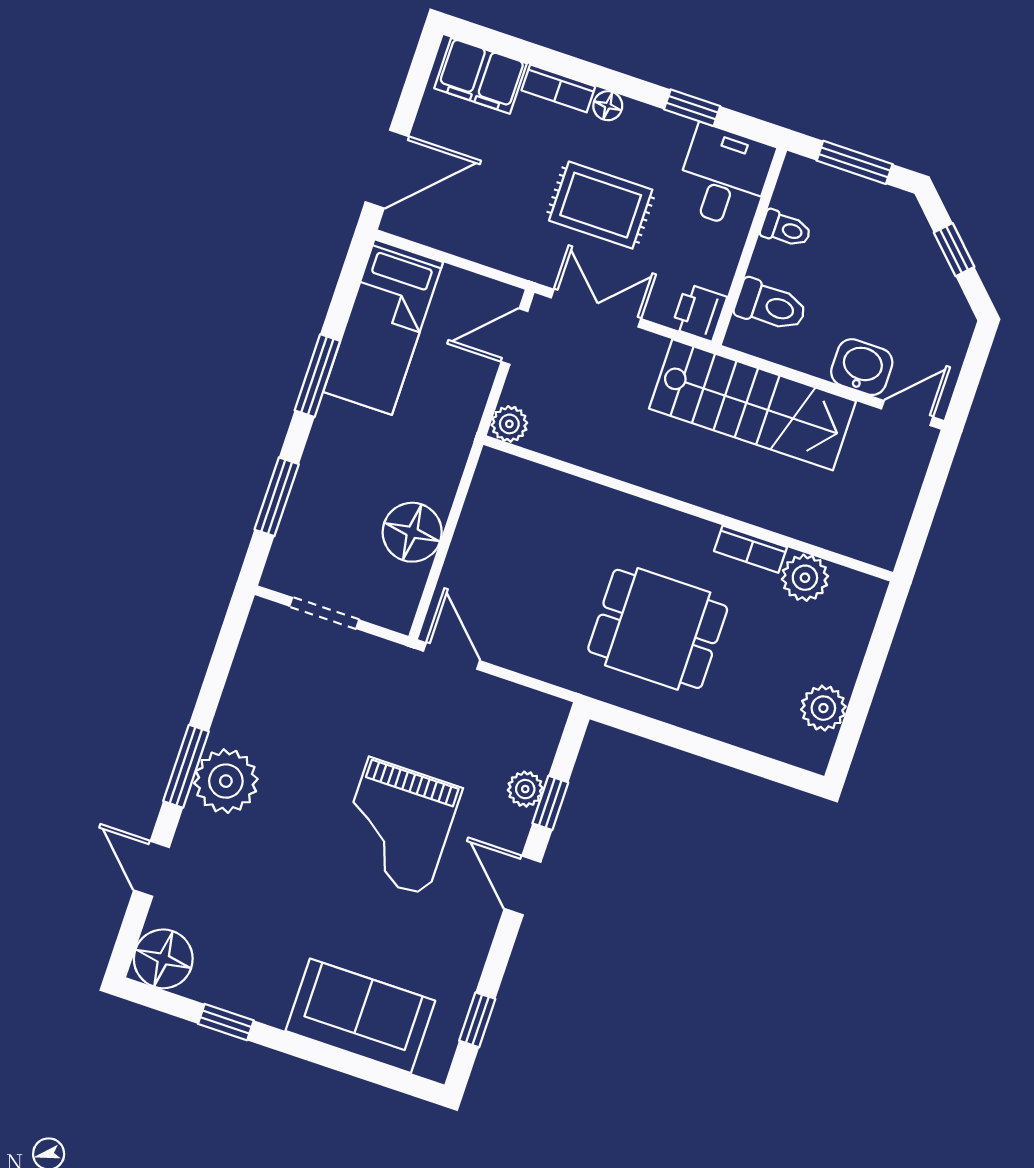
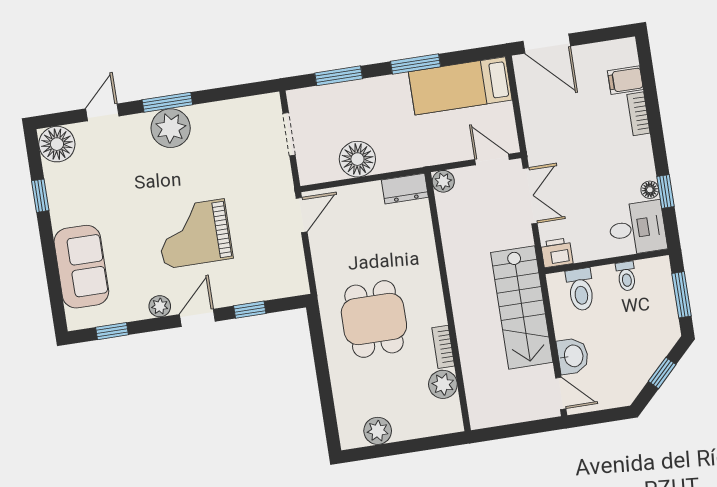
filing cabinet: (481, 76) -> (625, 80), width x0.50
floor lamp: (608, 106) -> (650, 190), moved
rug: (601, 205) -> (587, 169), removed
dresser: (491, 485) -> (405, 189), added
plant: (525, 789) -> (160, 306), moved

